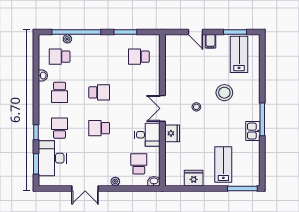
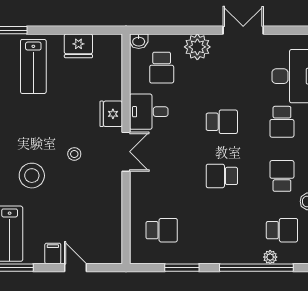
plant: (115, 181) -> (197, 47), width x1.88, depth x1.88

